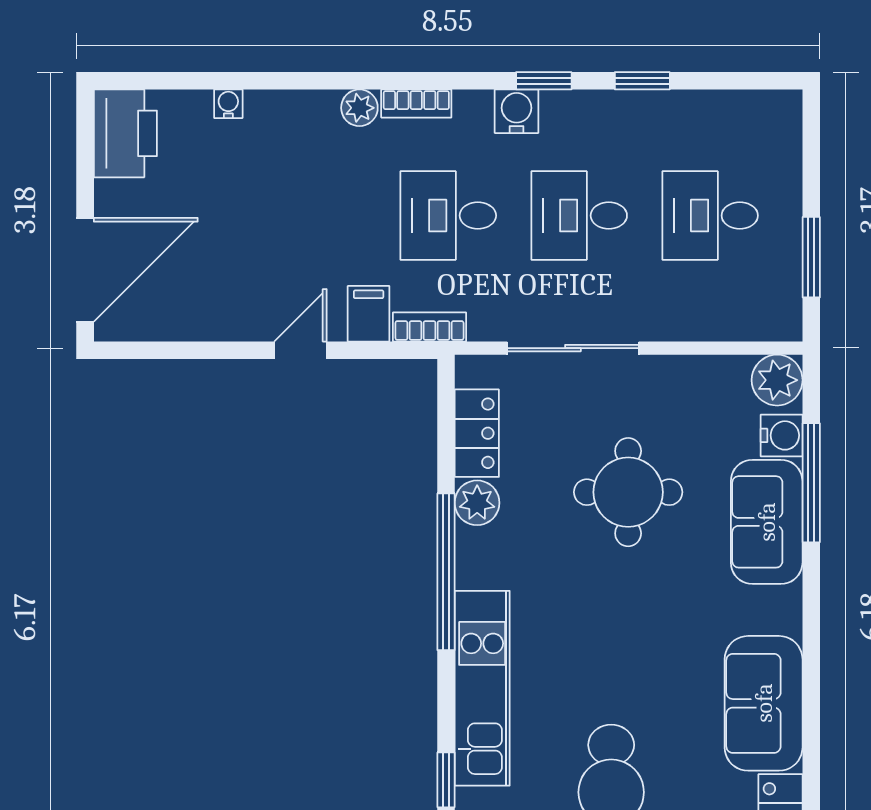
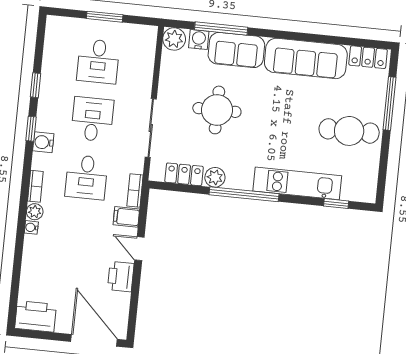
water cooler: (228, 104) -> (31, 227), moved
desk: (579, 216) -> (92, 119), turned 180
window: (811, 257) -> (105, 17), moved
printer: (234, 315) -> (121, 277), added
sofa: (764, 703) -> (306, 58), width x1.36

